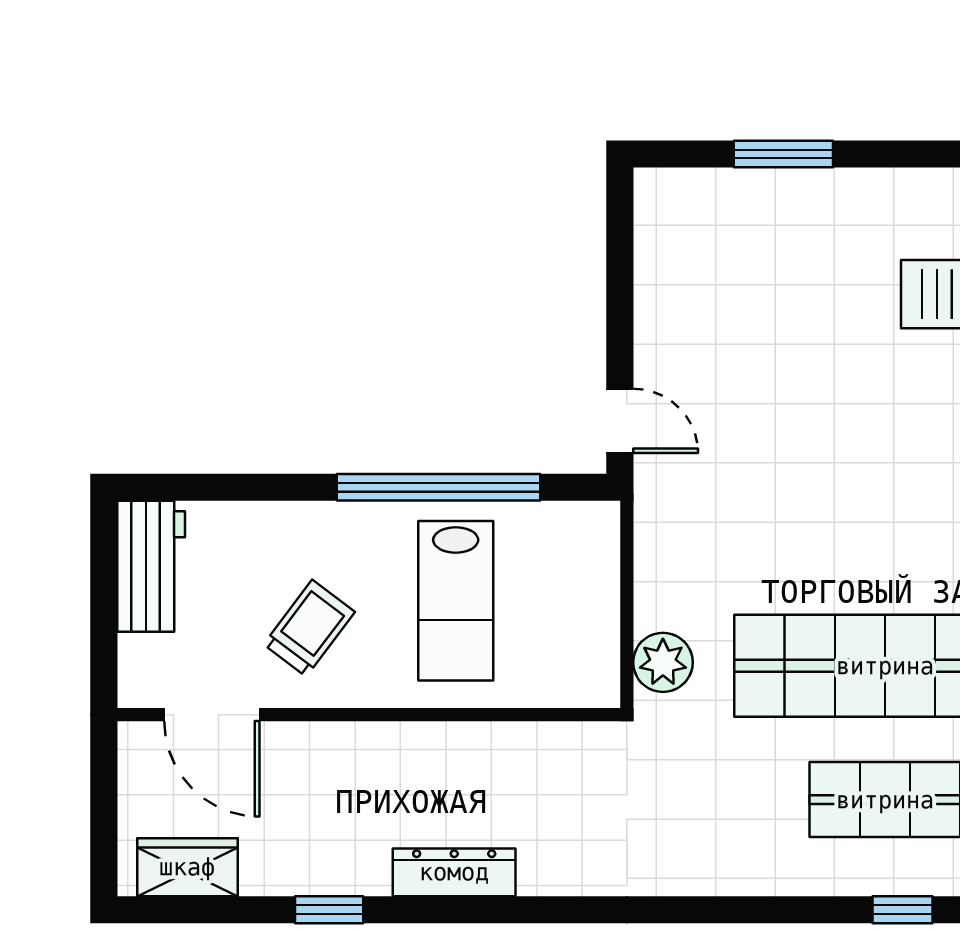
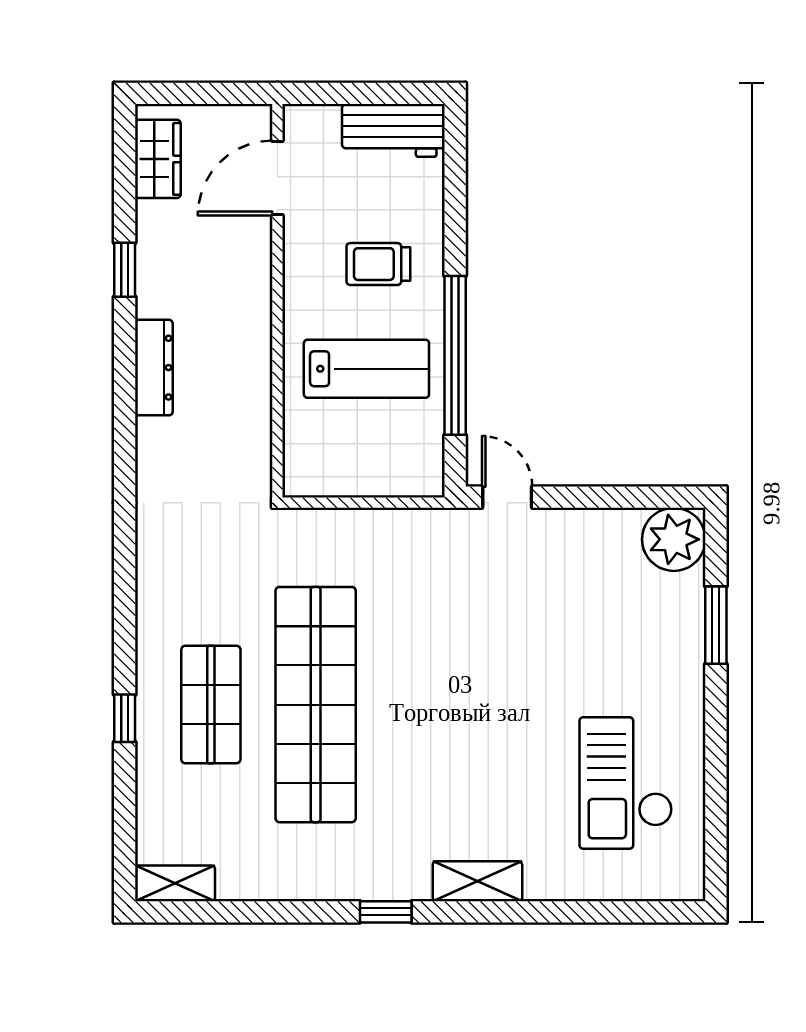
door: (620, 421) -> (507, 497), swing flipped
lab bench: (456, 601) -> (366, 369), turned 180
trolley: (309, 628) -> (378, 264), moved, turned 143
plant: (663, 662) -> (674, 539), moved, width x1.36, depth x1.36

